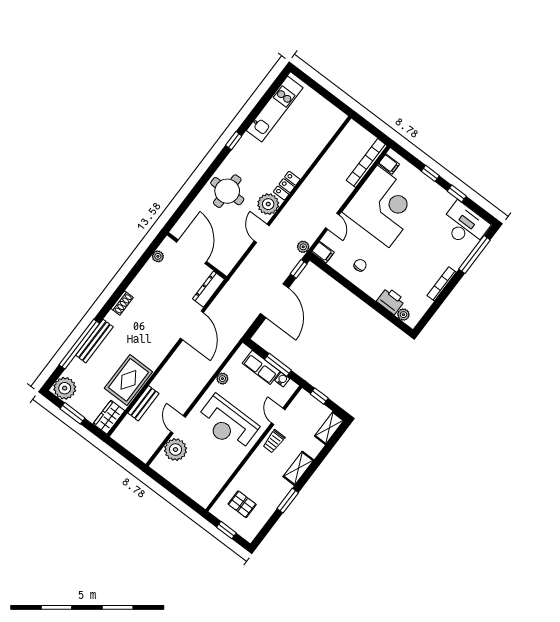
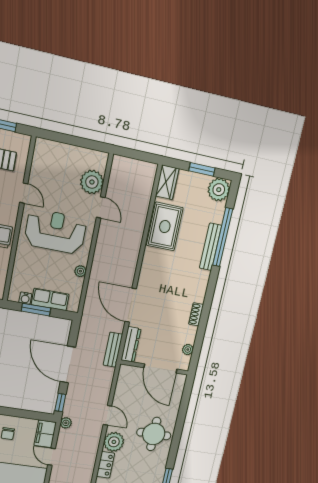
filing cabinet: (323, 252) -> (45, 434), width x2.00
shoe rack: (122, 303) -> (196, 314), moved
bench: (143, 403) -> (113, 350), moved
door: (278, 416) -> (24, 193), moved

